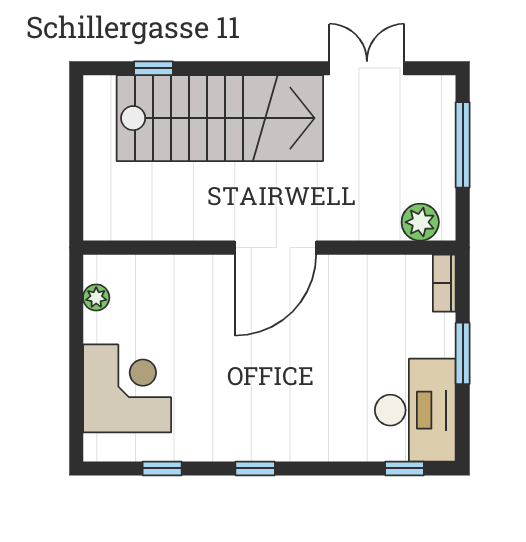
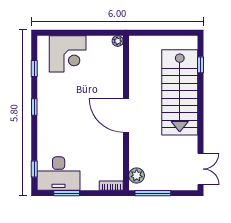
double door: (367, 68) -> (200, 169), moved
window: (463, 145) -> (153, 193), moved
plant: (96, 297) -> (118, 41), moved
window: (463, 353) -> (67, 193), moved

